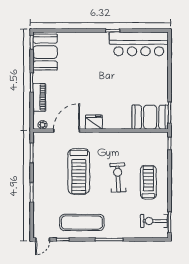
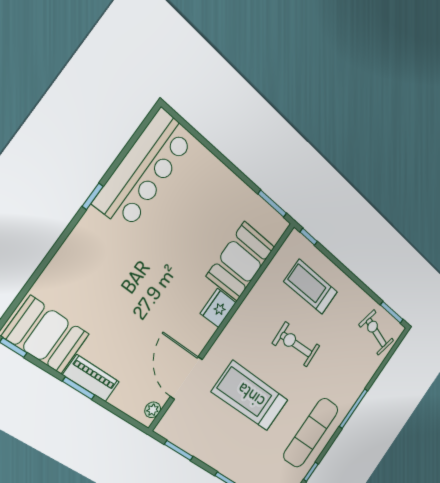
piano: (39, 97) -> (91, 378), moved
booth: (150, 117) -> (241, 261), moved
fridge: (94, 122) -> (218, 308), moved
treadmill: (79, 171) -> (250, 396), turned 180
treadmill: (148, 182) -> (311, 287), moved
exercise bike: (154, 221) -> (376, 333), turned 104

